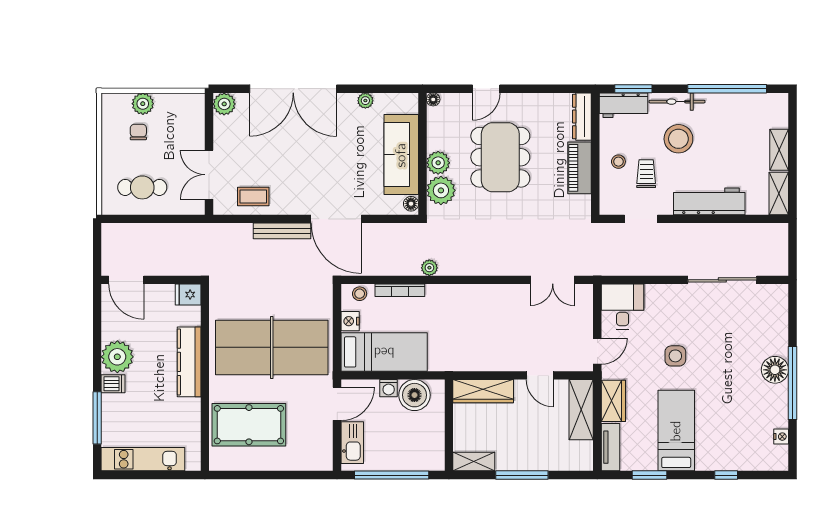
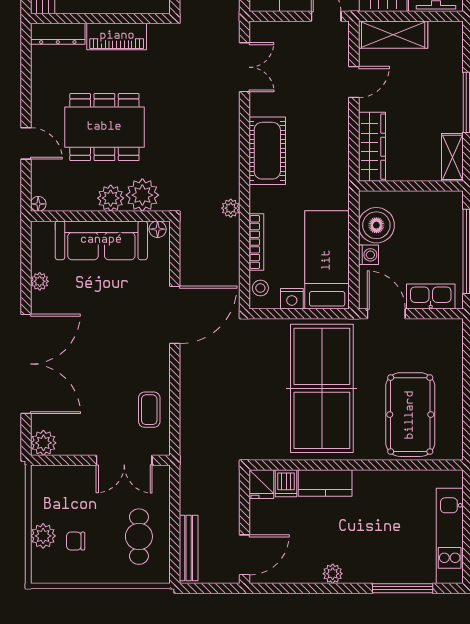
bench: (282, 231) -> (189, 548), moved
cot: (480, 300) -> (267, 151), added
plant: (117, 357) -> (333, 574), width x0.53, depth x0.53
kitchen counter: (189, 362) -> (325, 483), width x0.67
dishwasher: (113, 384) -> (286, 483), moved, turned 180

